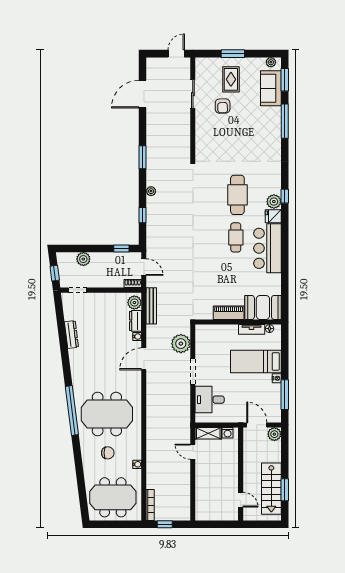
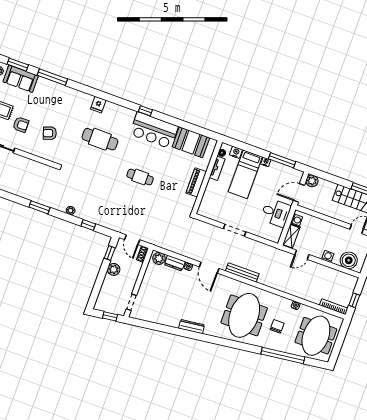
armchair: (225, 140) -> (50, 133), added
window: (285, 196) -> (145, 111), moved
plant: (274, 202) -> (117, 111), removed
fridge: (273, 216) -> (98, 105), moved
cafe table: (236, 237) -> (140, 177), moved
plant: (83, 259) -> (114, 269), moved
door: (144, 267) -> (132, 240), swing flipped
bench: (151, 306) -> (242, 272), moved
booth: (263, 307) -> (191, 142), moved, turned 90
dresser: (71, 334) -> (192, 327), moved
nightstand: (276, 343) -> (236, 152), added
plant: (181, 344) -> (208, 232), removed
desk: (210, 400) -> (276, 213), moved, turned -90
window: (72, 410) -> (283, 355), moved
washing machine: (201, 480) -> (328, 256), added
boiler: (205, 503) -> (349, 260), added

